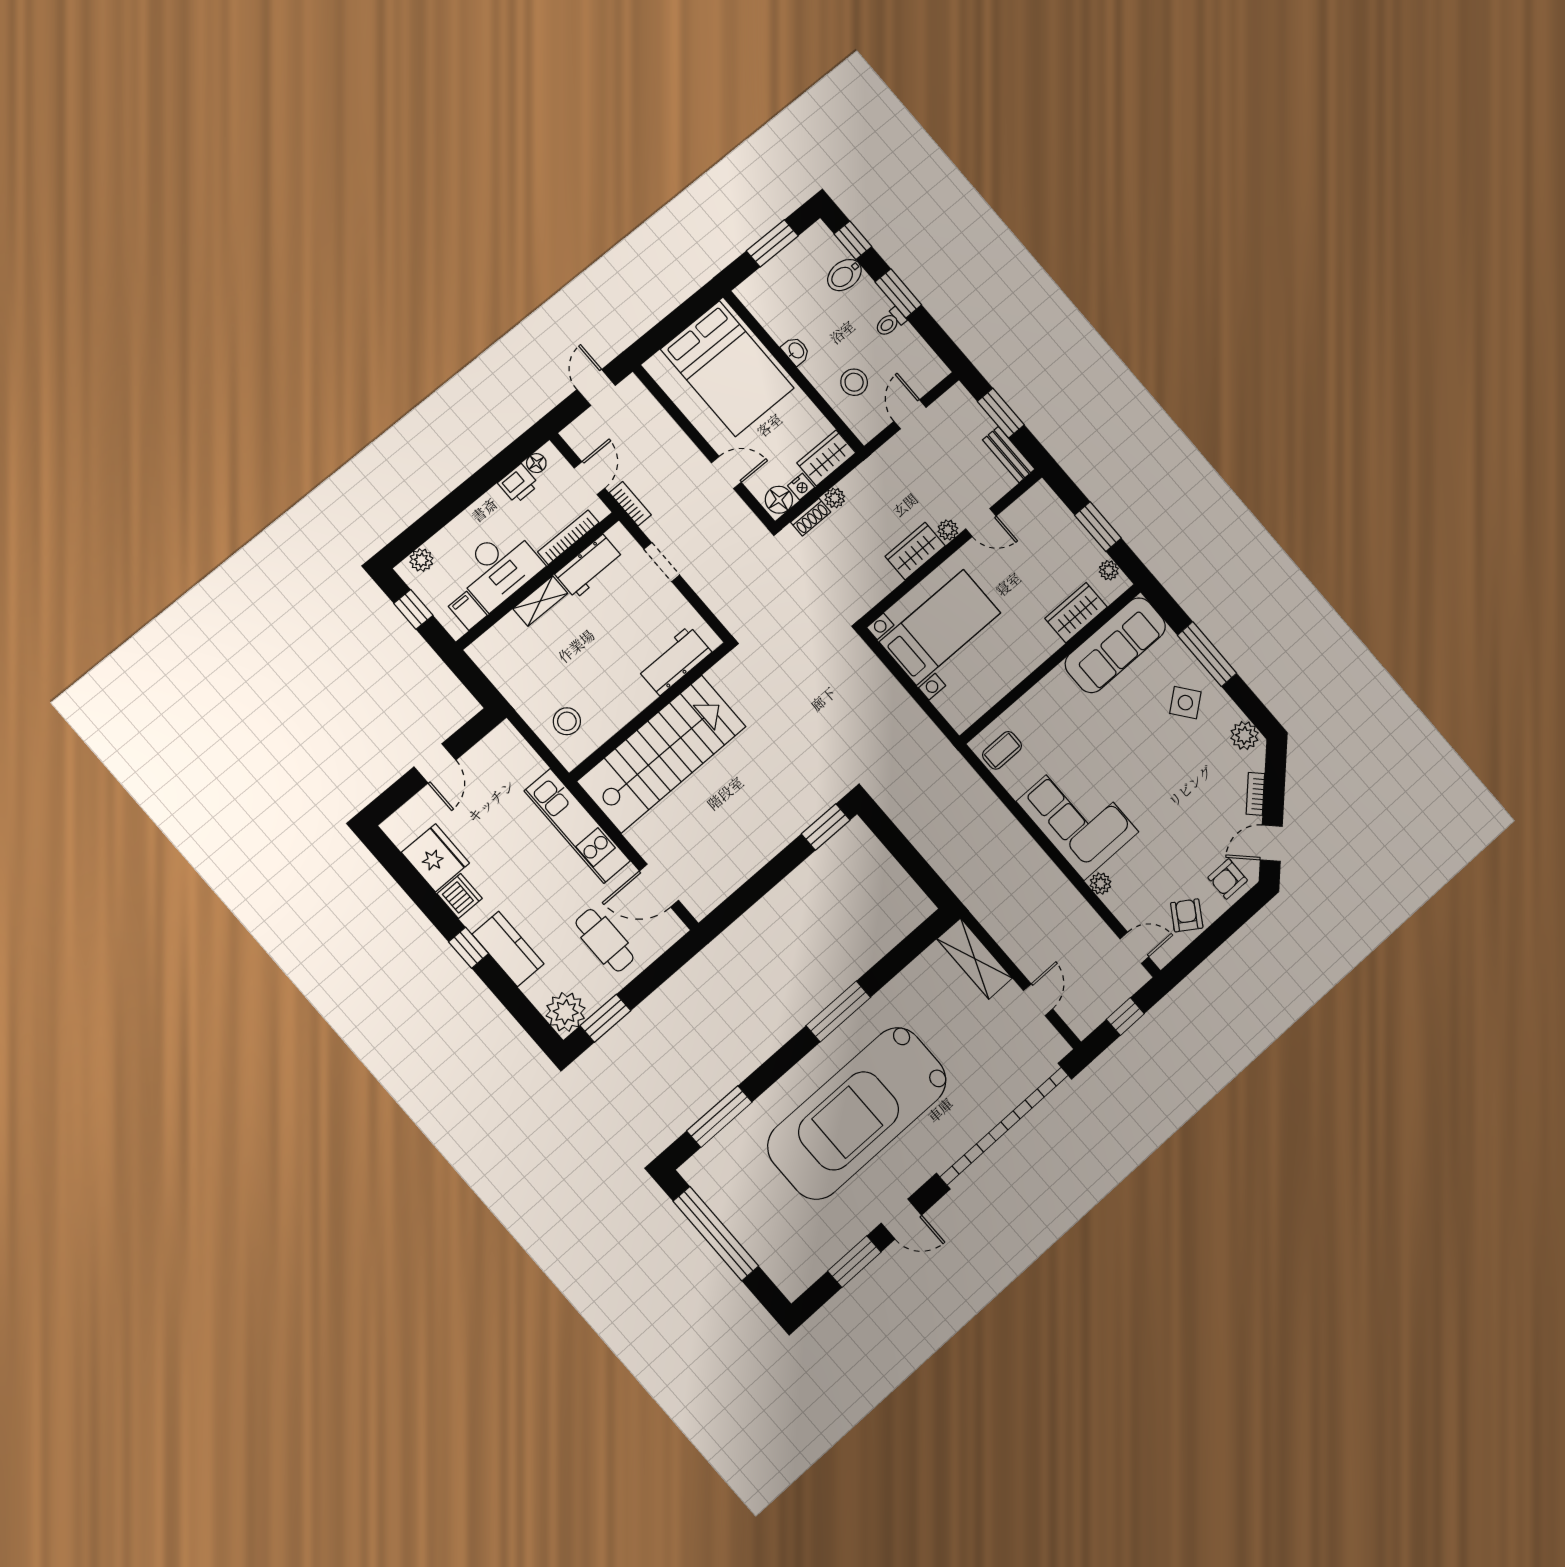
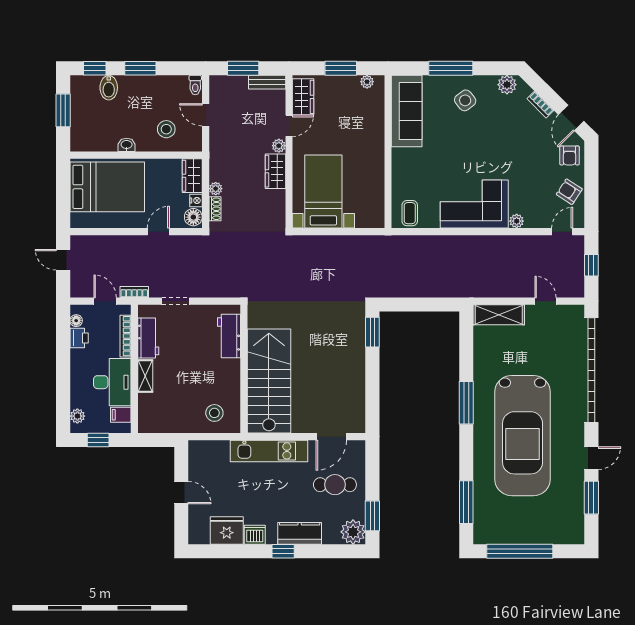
toilet: (890, 322) -> (195, 85), moved
wardrobe: (1076, 613) -> (303, 97), moved, turned 180

